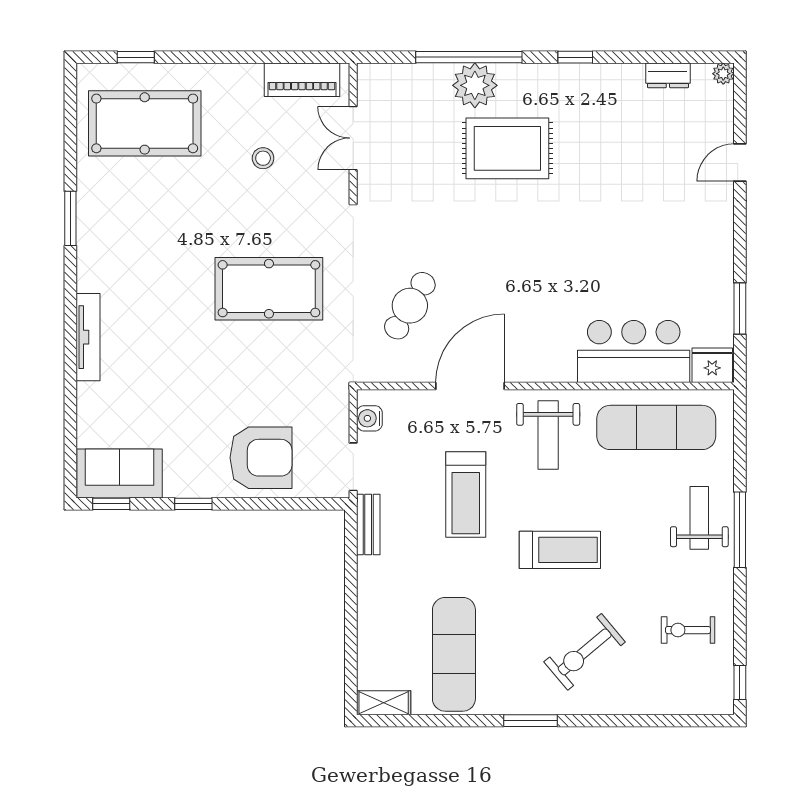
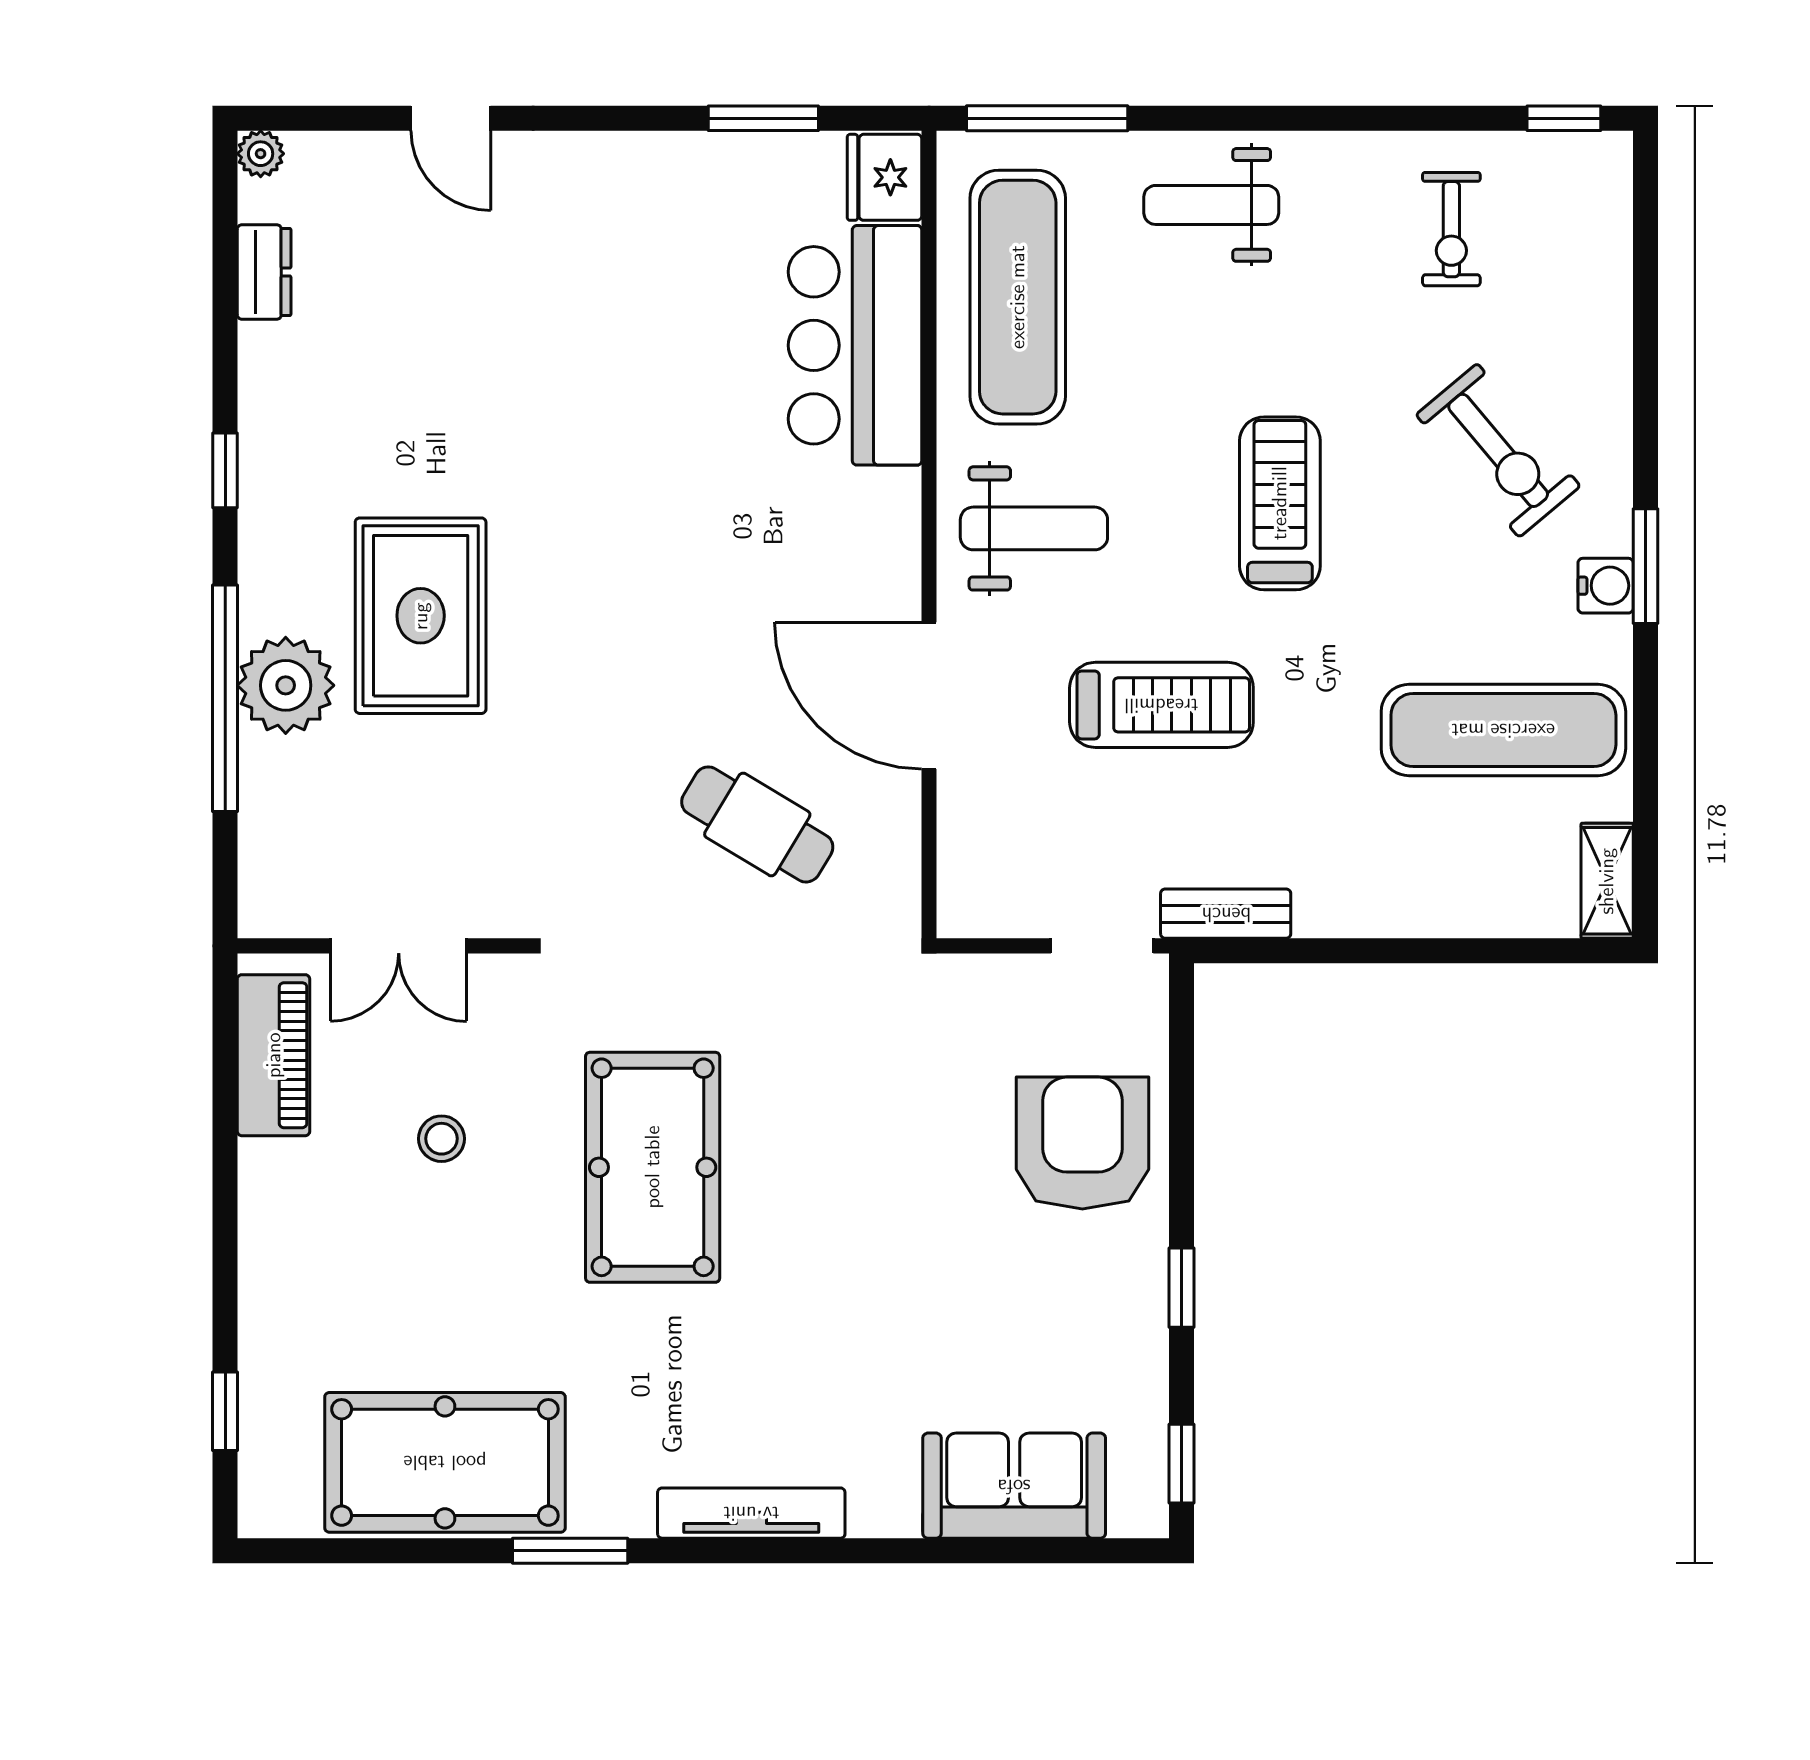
pool table: (145, 123) -> (445, 1462), moved, turned 90
pool table: (269, 289) -> (653, 1167), moved
tv unit: (88, 337) -> (751, 1513), moved
water cooler: (369, 418) -> (1606, 586), moved, turned -90
sofa: (120, 473) -> (1014, 1486), moved, turned 90
window: (740, 530) -> (1047, 118), moved

